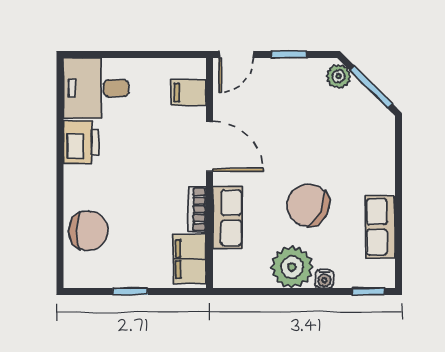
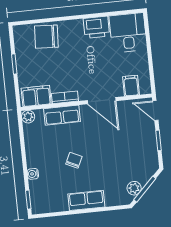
plant: (338, 76) -> (134, 188), moved
door: (210, 146) -> (102, 101), hinge flipped
chair: (308, 205) -> (74, 160), width x0.54, depth x0.54
row of seats: (380, 227) -> (86, 200), moved
chair: (88, 231) -> (46, 37), turned 93
plant: (292, 267) -> (28, 117), moved, width x0.53, depth x0.53

